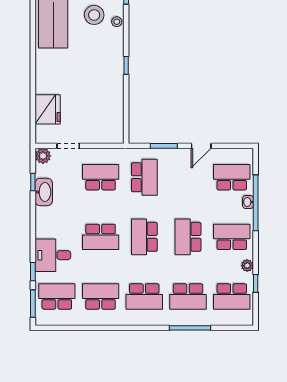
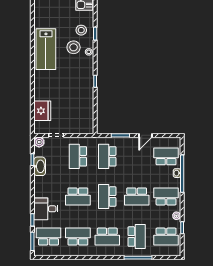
school desk: (101, 177) -> (78, 156), turned -90
school desk: (144, 177) -> (107, 156), turned 180
school desk: (188, 237) -> (137, 196), turned -90
school desk: (188, 296) -> (137, 237), turned -90

